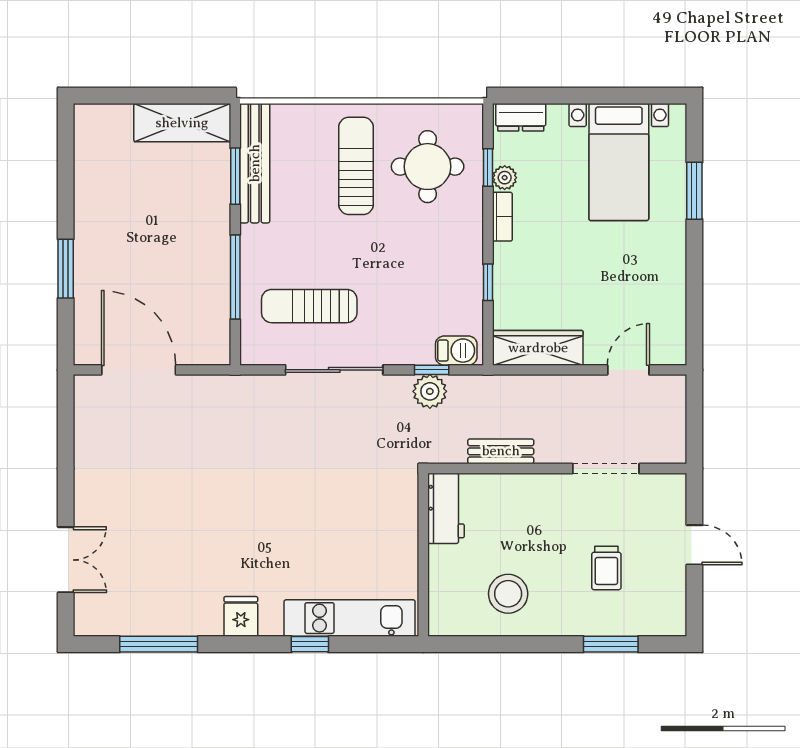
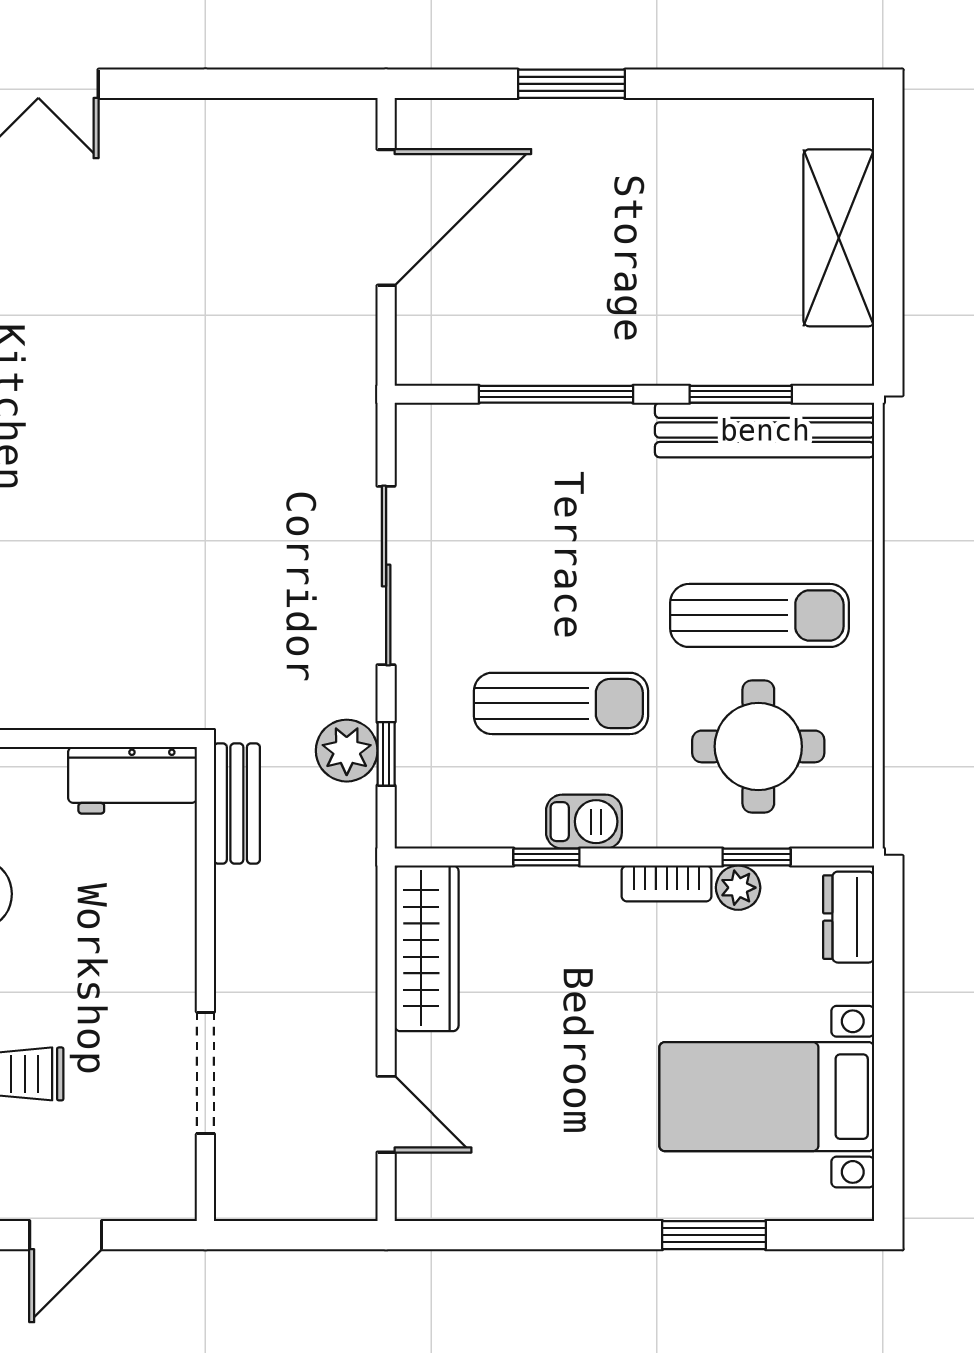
shelving: (182, 123) -> (839, 238), moved
sun lounger: (309, 306) -> (561, 703), moved, turned 90
barbecue: (456, 351) -> (584, 822), moved, turned -90
bench: (501, 451) -> (237, 803), moved

